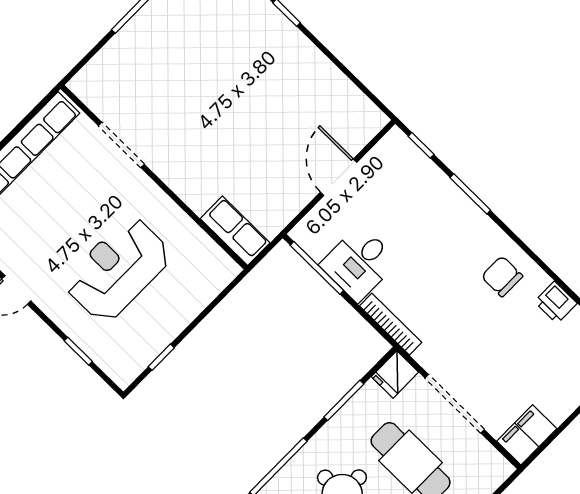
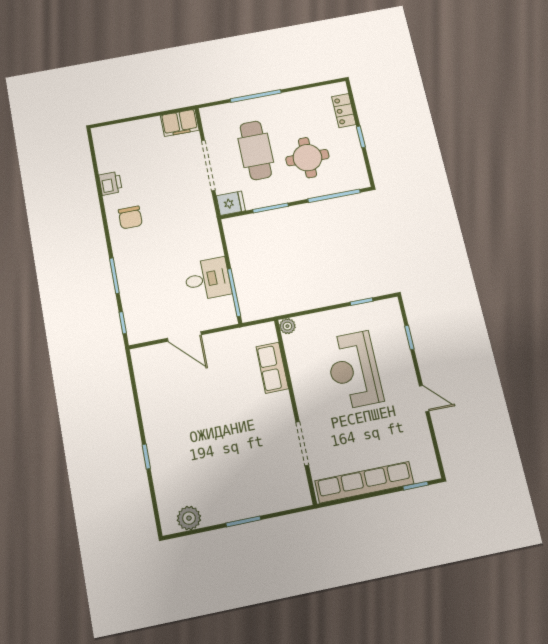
door: (339, 177) -> (184, 336), hinge flipped
row of seats: (235, 231) -> (272, 368), moved
reception desk: (118, 269) -> (354, 370), turned 90
plant: (228, 270) -> (287, 326), added
bookcase: (391, 324) -> (213, 233), removed

